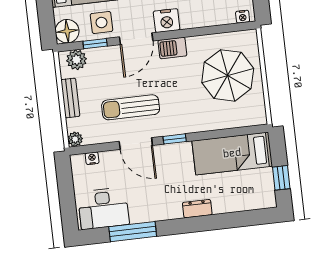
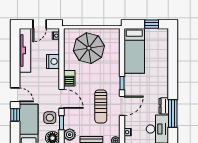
nightstand: (167, 21) -> (53, 61), moved
dresser: (197, 209) -> (164, 106), moved

